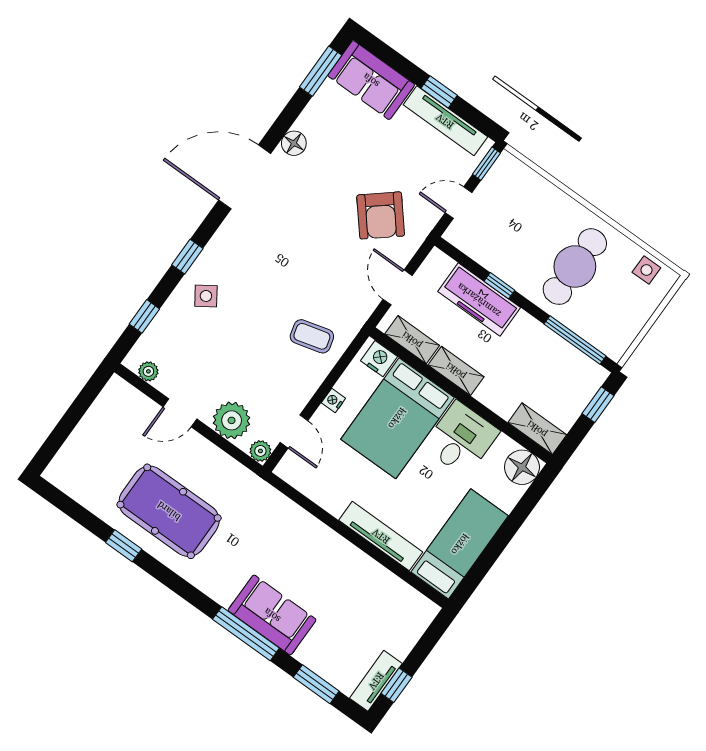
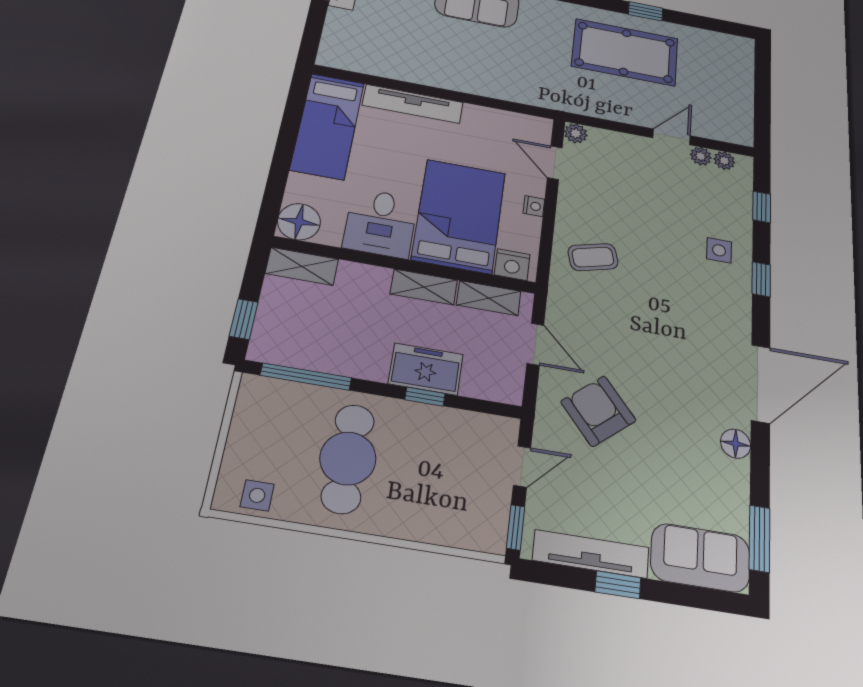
side table: (206, 296) -> (719, 250), turned 34
freezer: (479, 300) -> (426, 369), width x0.71
plant: (232, 420) -> (701, 156), moved, width x0.53, depth x0.53

